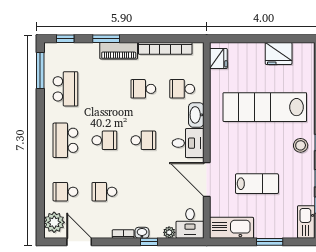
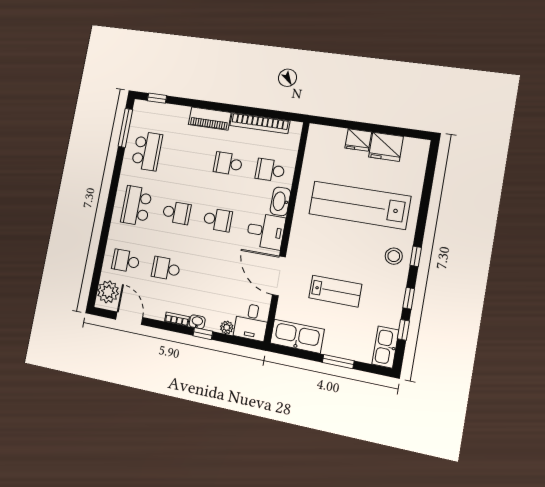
window: (106, 39) -> (199, 104), removed
fridge: (218, 59) -> (358, 140), moved, turned 90

